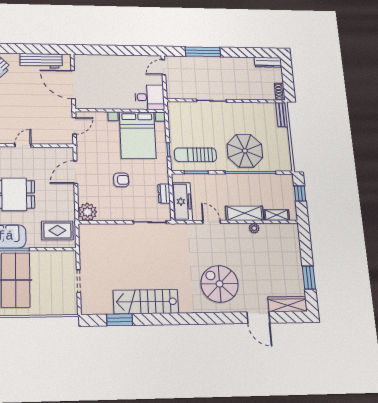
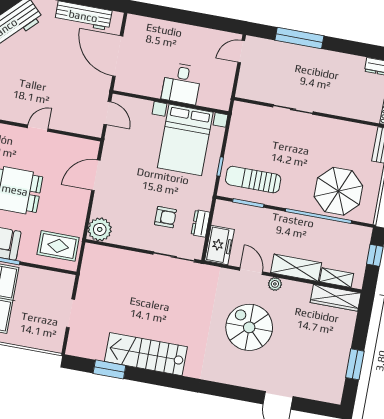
desk: (150, 97) -> (182, 83), moved, turned 90
door: (74, 126) -> (107, 113), hinge flipped
parasol: (245, 151) -> (338, 191), moved
armchair: (121, 180) -> (165, 217), moved
freezer: (182, 202) -> (219, 245), width x0.71
plant: (254, 228) -> (275, 284), moved
spiral stairs: (220, 284) -> (249, 327), moved
wardrobe: (287, 304) -> (336, 298), moved, turned 180

